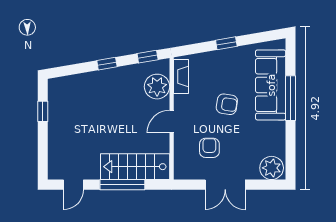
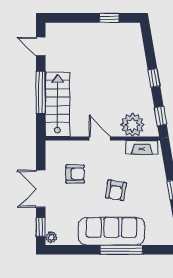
sofa: (271, 85) -> (111, 231), moved
plant: (272, 168) -> (51, 237), width x0.53, depth x0.53
window: (266, 185) -> (41, 227), added

